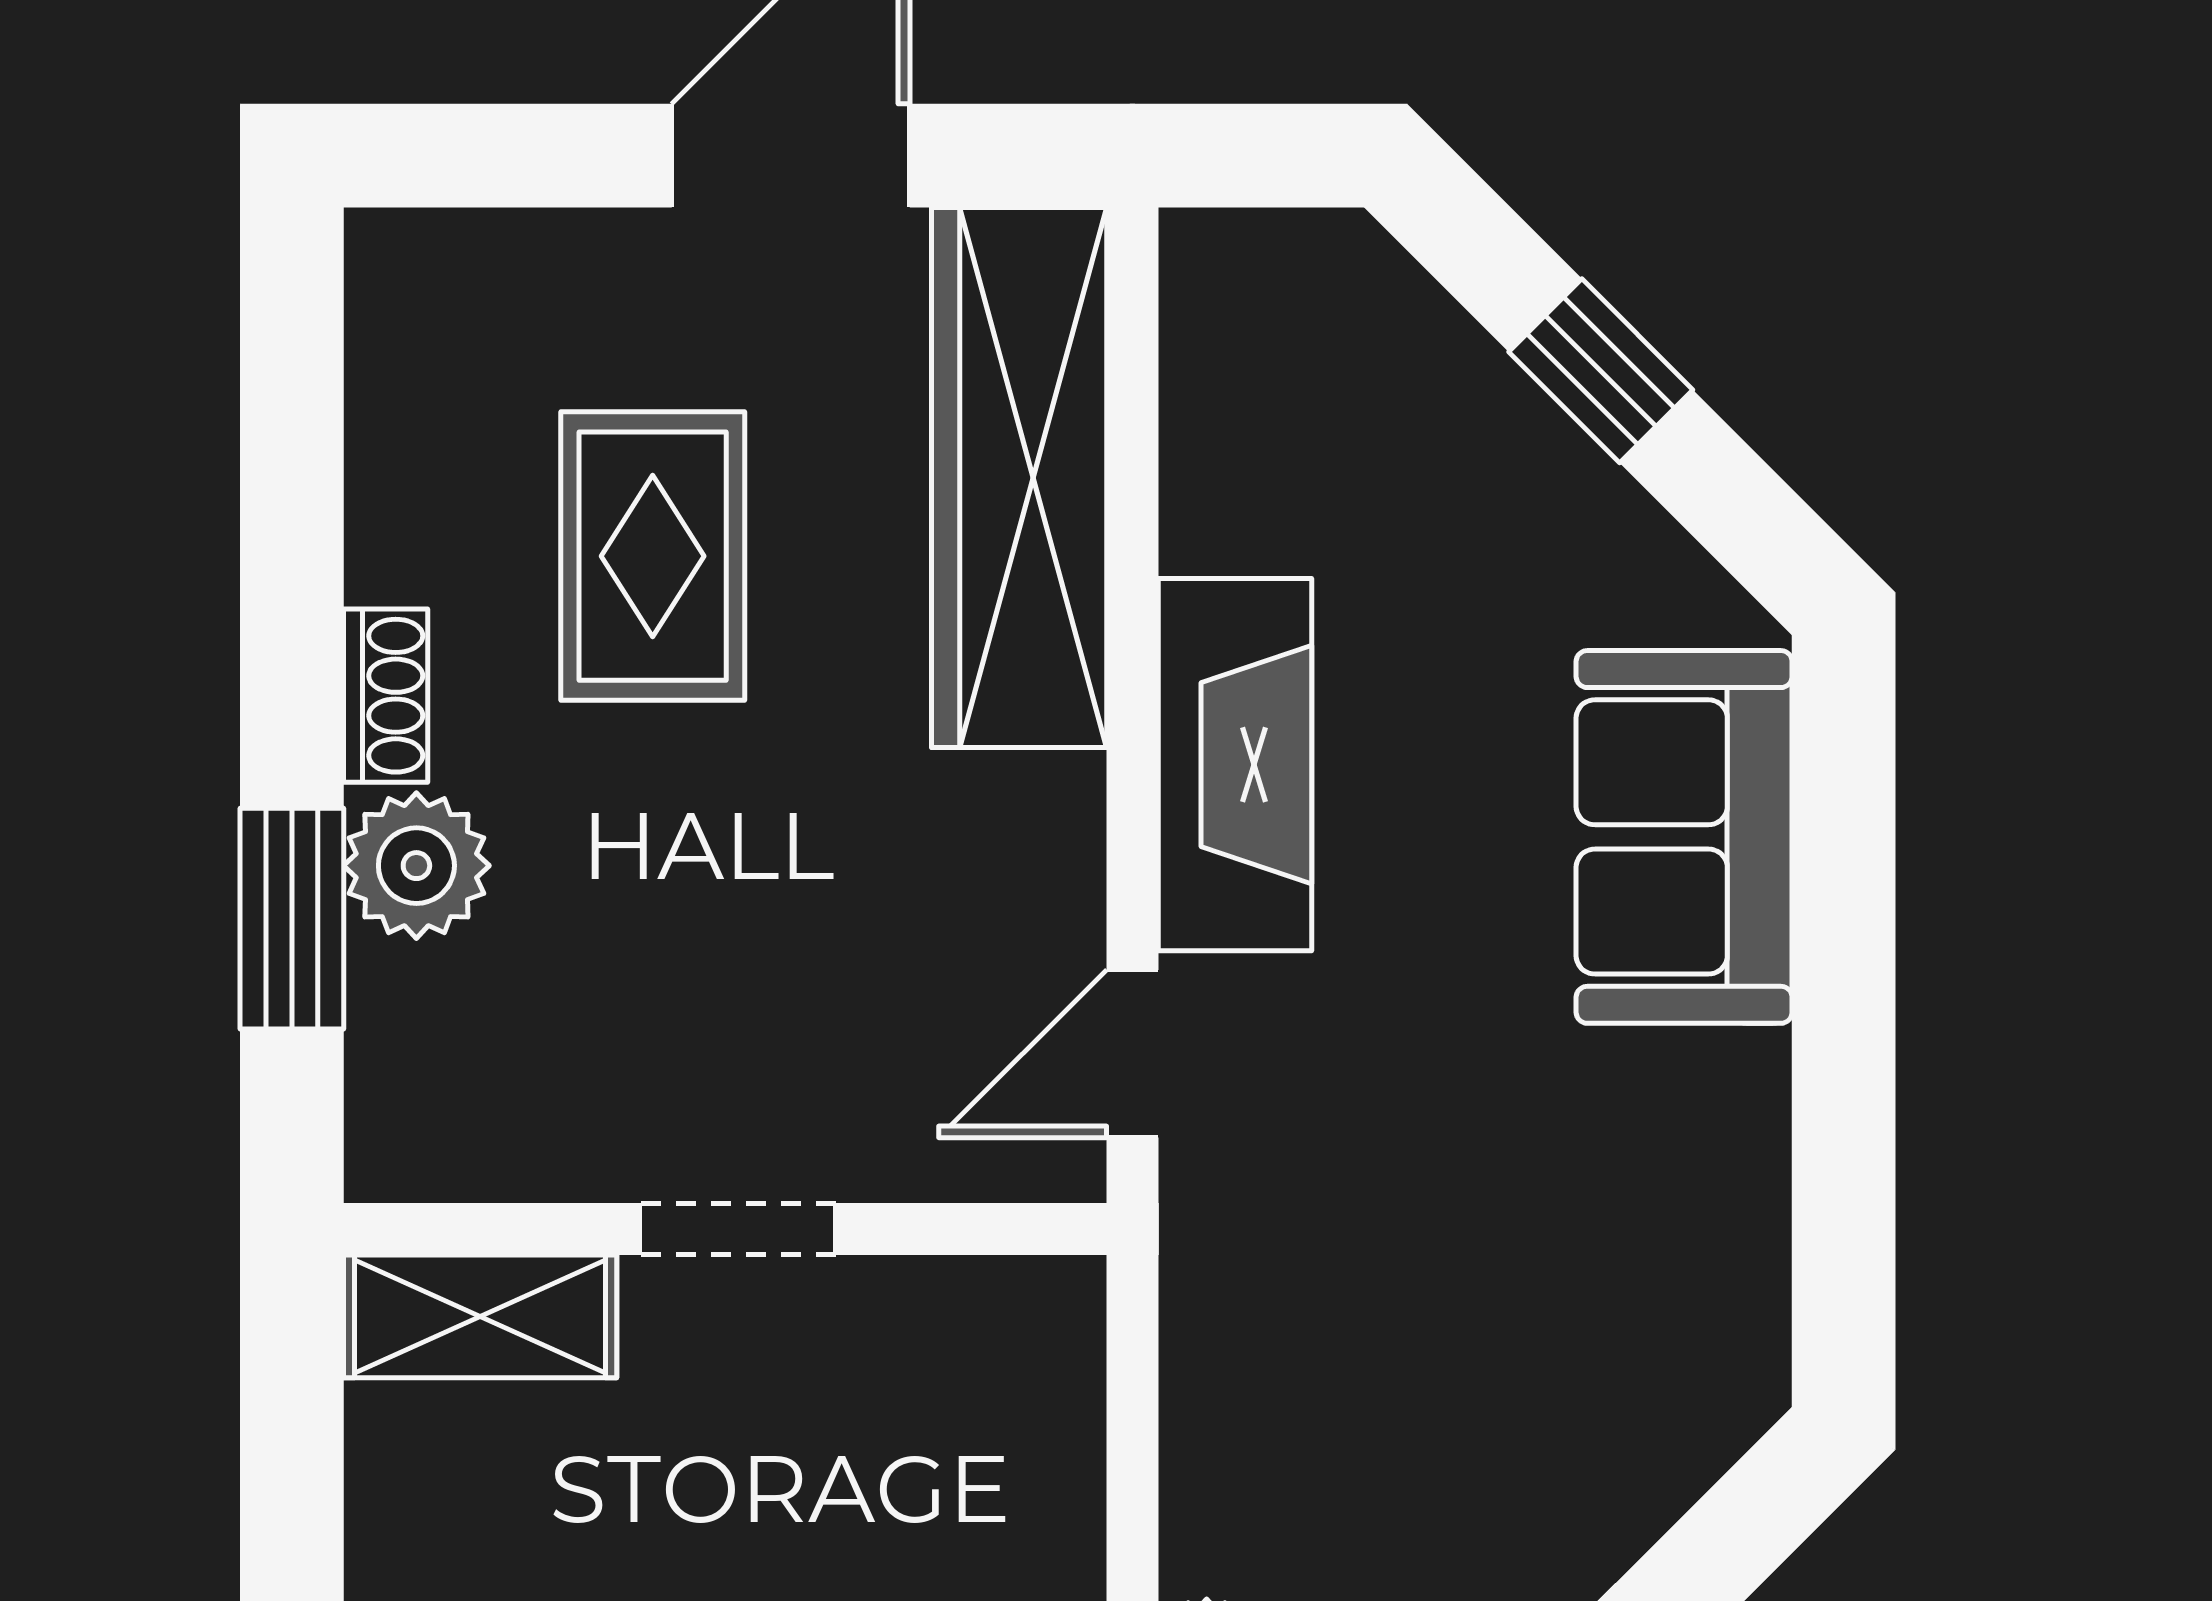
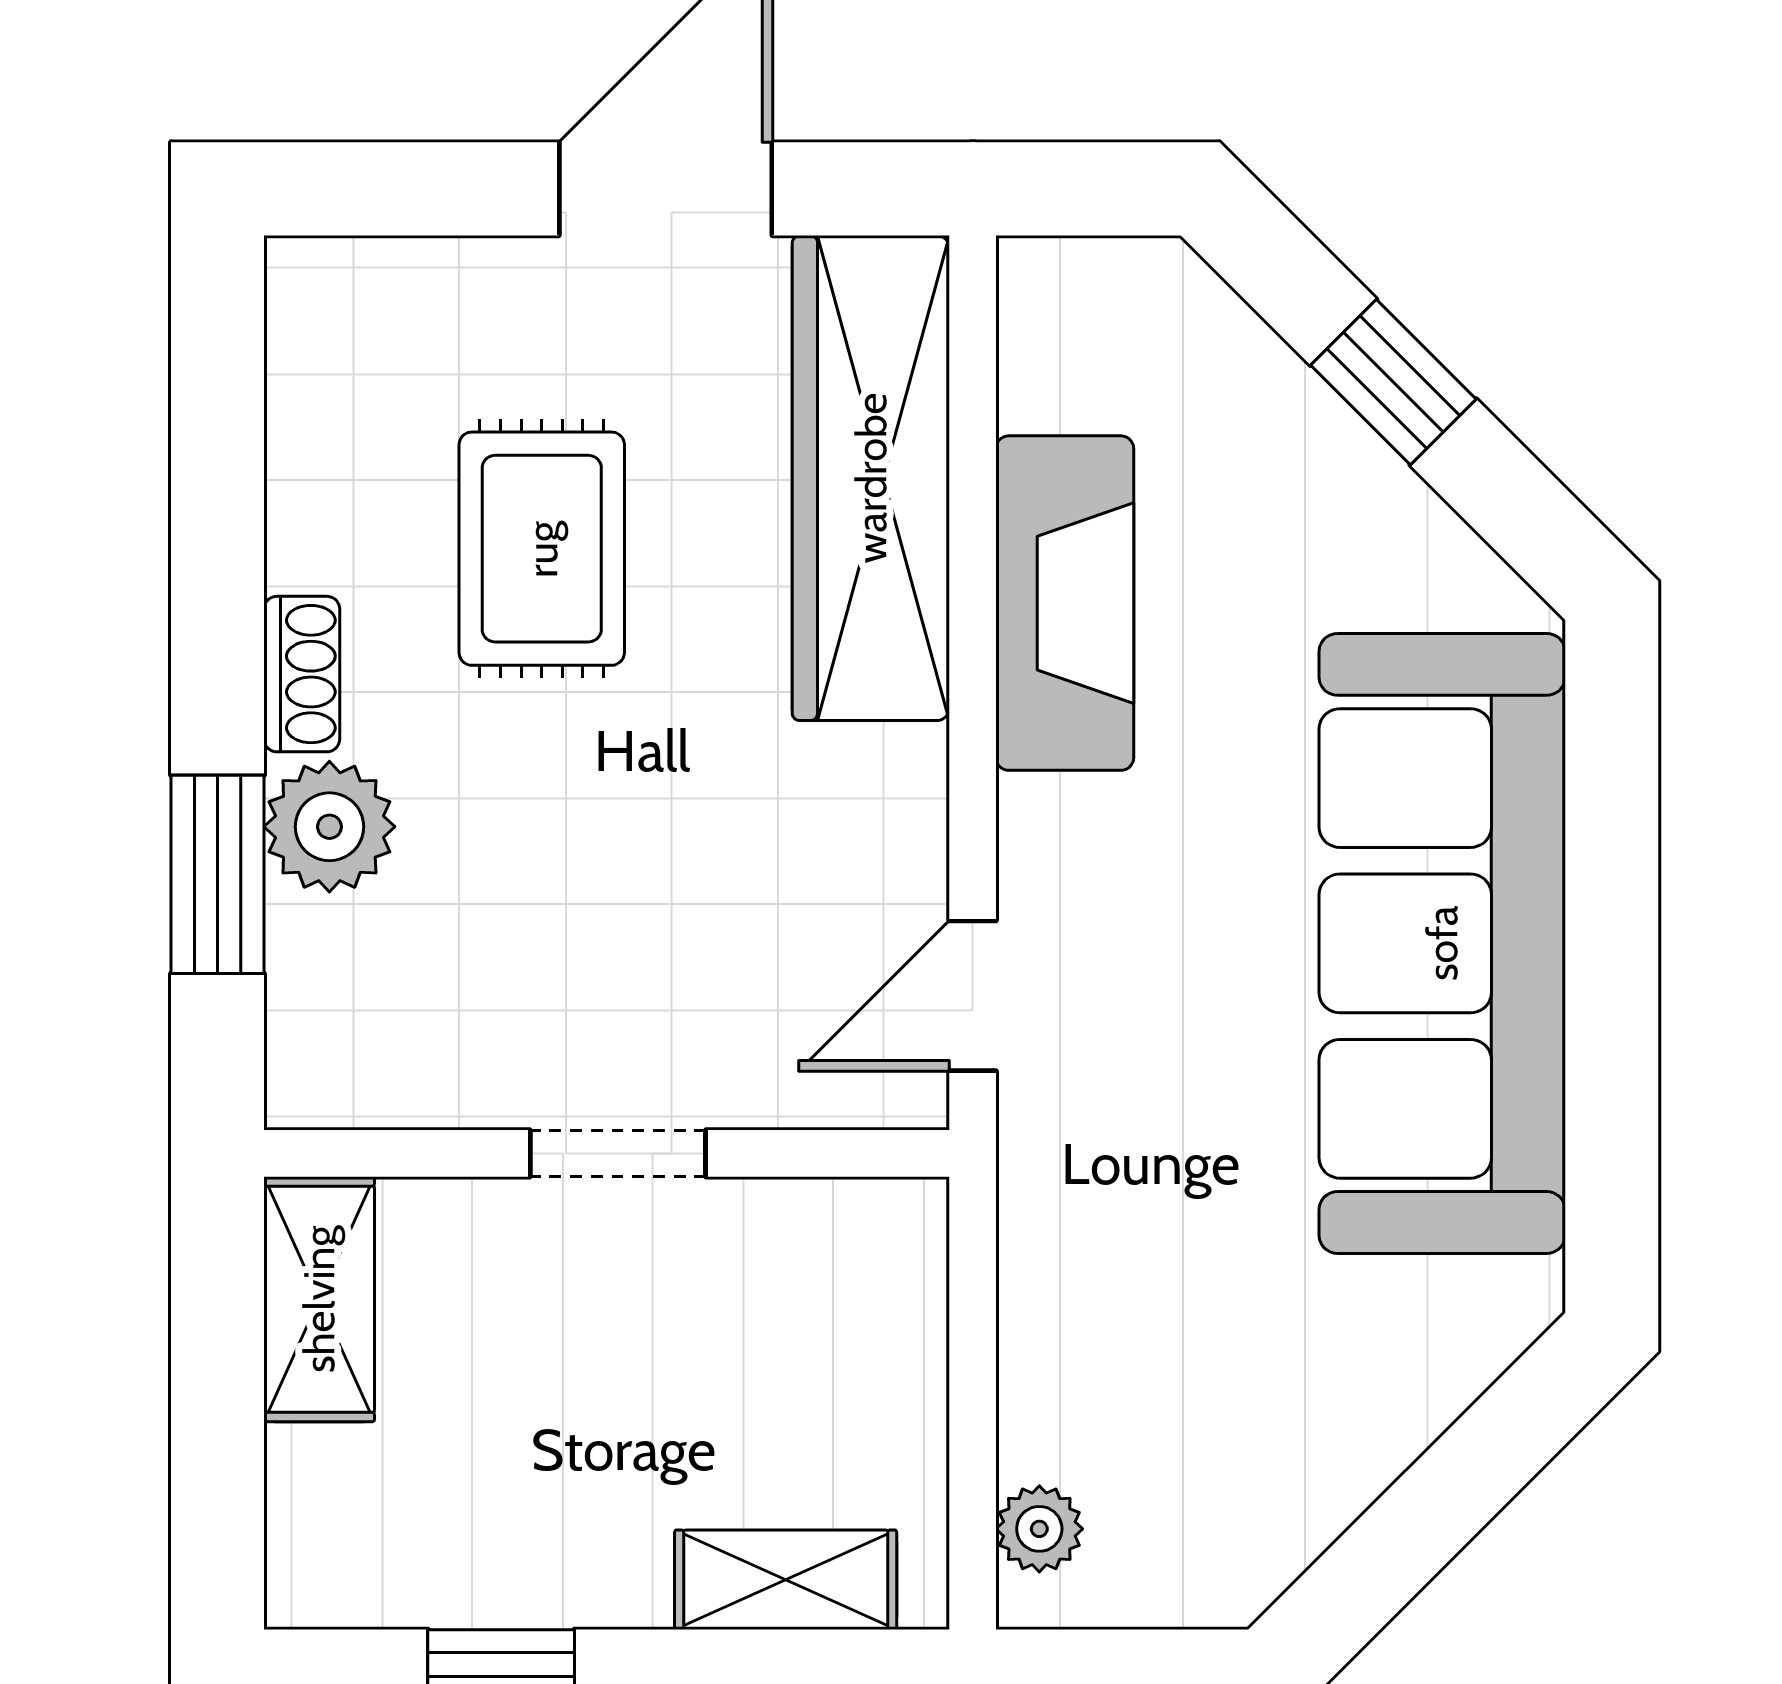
fireplace: (1235, 765) -> (1065, 603), moved
sofa: (1684, 837) -> (1442, 943), width x1.85, depth x1.27
shelving: (480, 1316) -> (319, 1299), moved, turned 90

